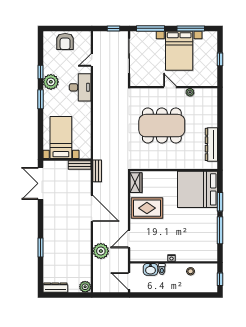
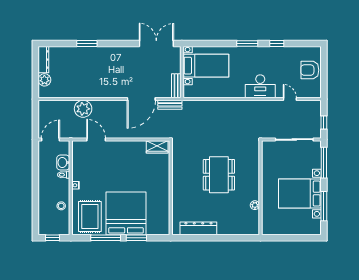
window: (220, 59) -> (291, 238), removed
plant: (51, 82) -> (266, 55), removed
door: (170, 87) -> (261, 184), removed
dining table: (162, 126) -> (219, 175), width x0.73, depth x0.80
bed: (197, 189) -> (126, 213), moved
door: (92, 208) -> (141, 99), moved
rug: (147, 208) -> (90, 216), moved
plant: (85, 287) -> (44, 80), moved

